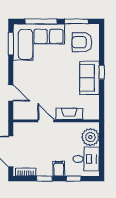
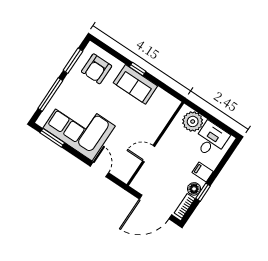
corner sofa: (39, 42) -> (79, 127), moved, turned -90
door: (11, 93) -> (99, 169), hinge flipped
fireplace: (69, 114) -> (157, 127), removed
floor lamp: (42, 171) -> (194, 189), added
window: (74, 179) -> (222, 164), removed

